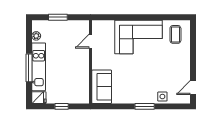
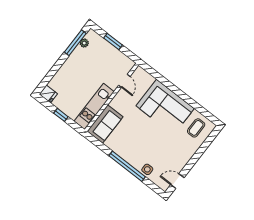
door: (91, 41) -> (124, 81), swing flipped
kitchen unit: (39, 67) -> (94, 106), moved, turned 180
window: (29, 68) -> (75, 43), moved
window: (145, 106) -> (127, 166), width x2.11

